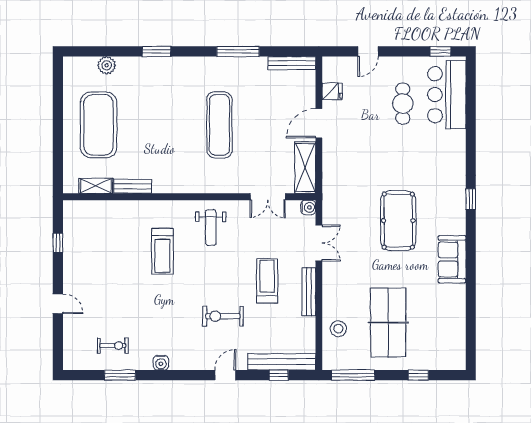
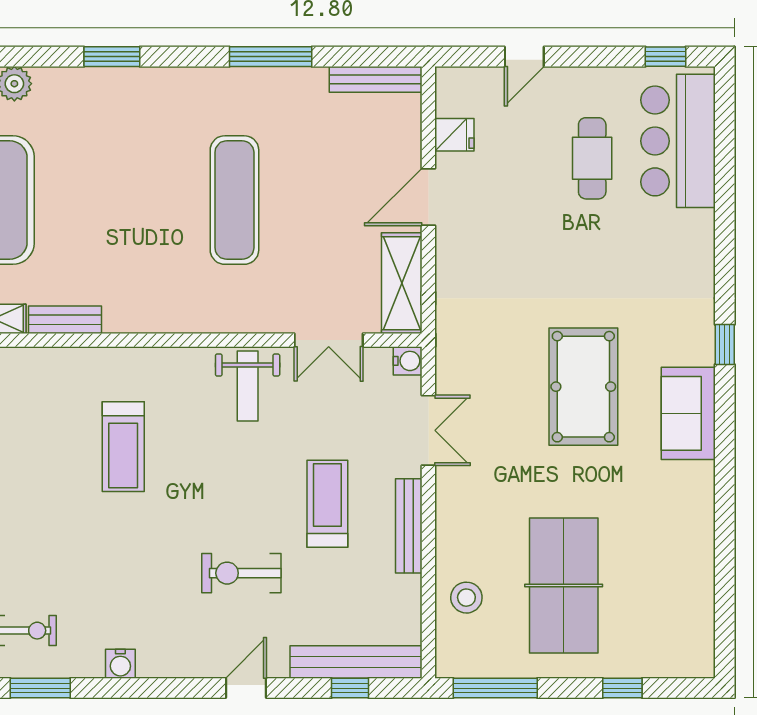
weight bench: (211, 228) -> (248, 386), moved
sofa: (452, 259) -> (688, 413), moved

